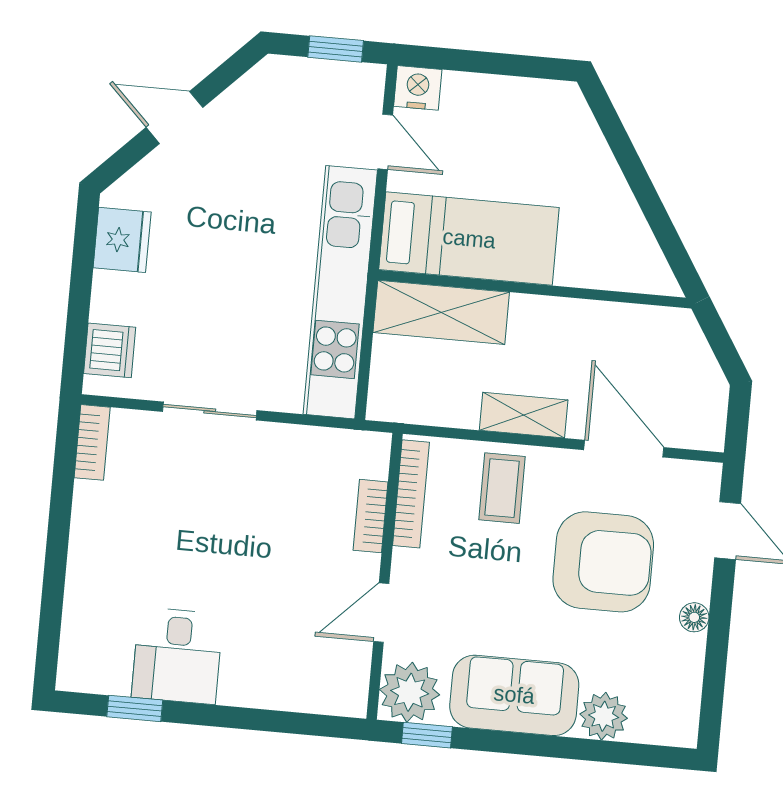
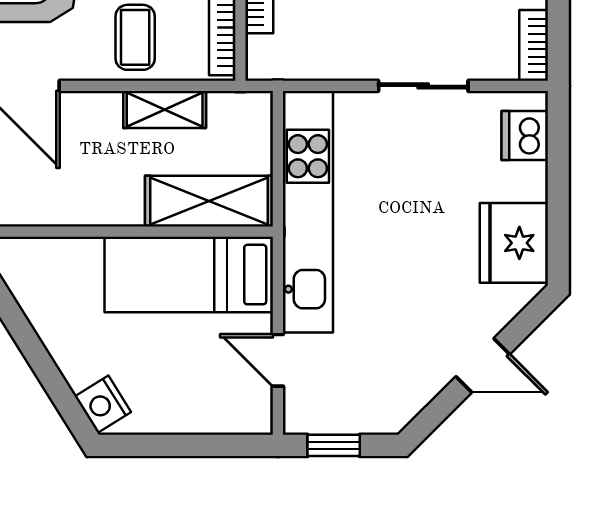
nightstand: (418, 88) -> (103, 404), moved, turned 58
fridge: (122, 240) -> (514, 243), width x1.36, depth x1.34
shelving: (524, 415) -> (165, 110), moved

